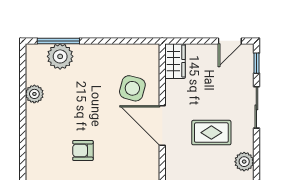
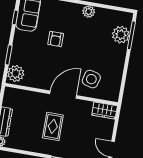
plant: (34, 94) -> (89, 12), moved
armchair: (83, 150) -> (56, 39), turned 180
plant: (244, 162) -> (30, 145), removed

